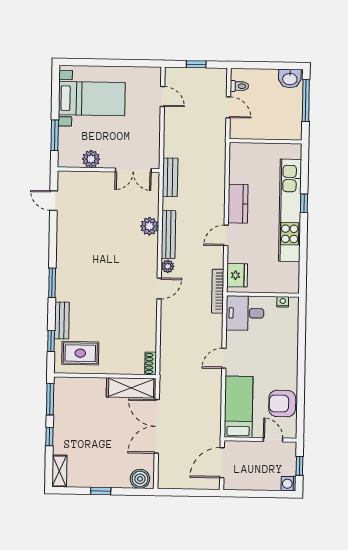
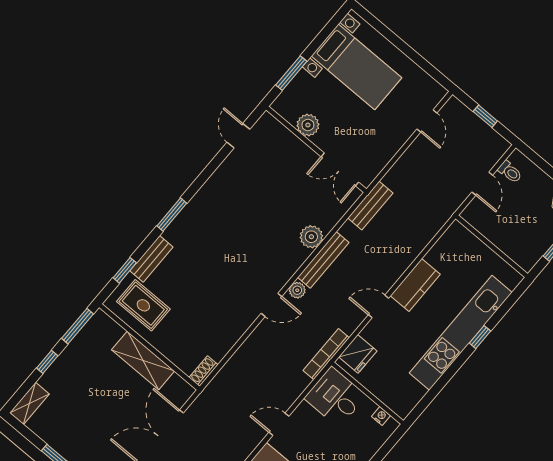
shelving: (131, 388) -> (143, 360), moved

